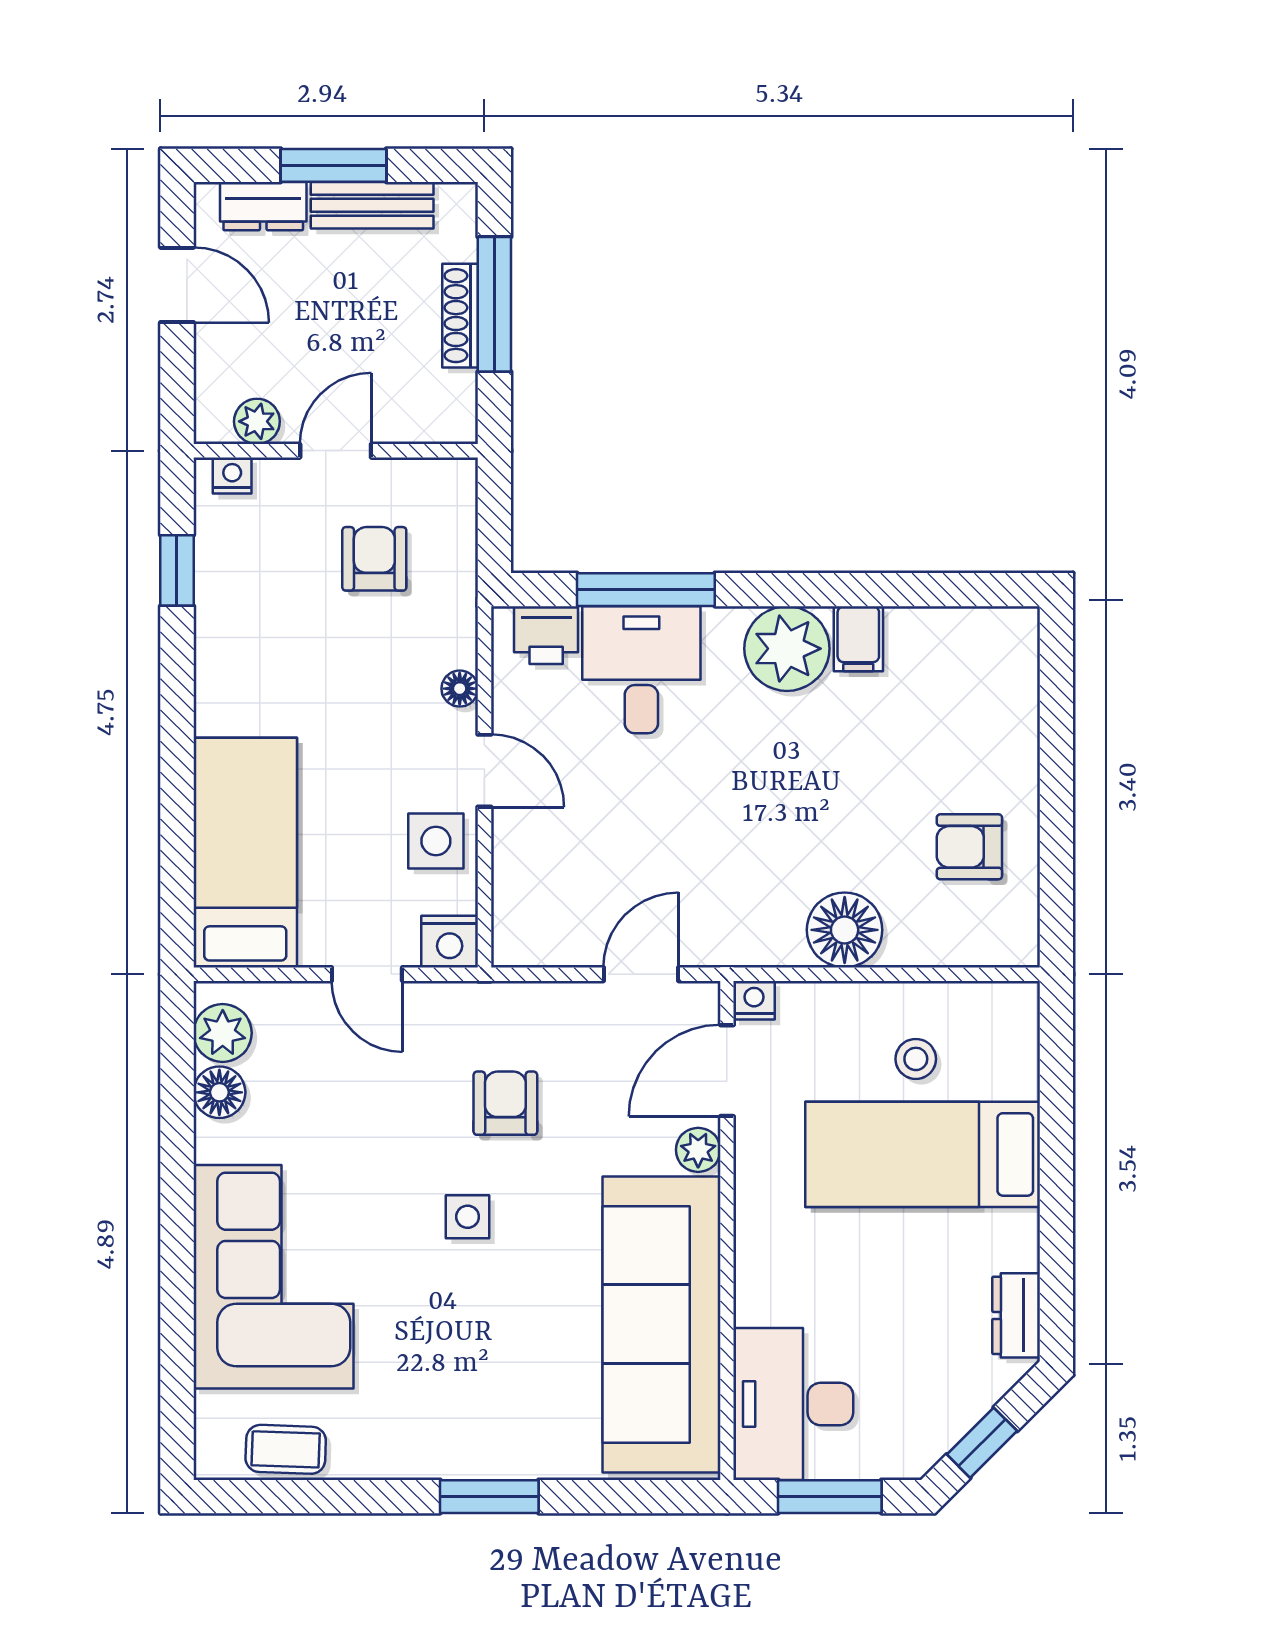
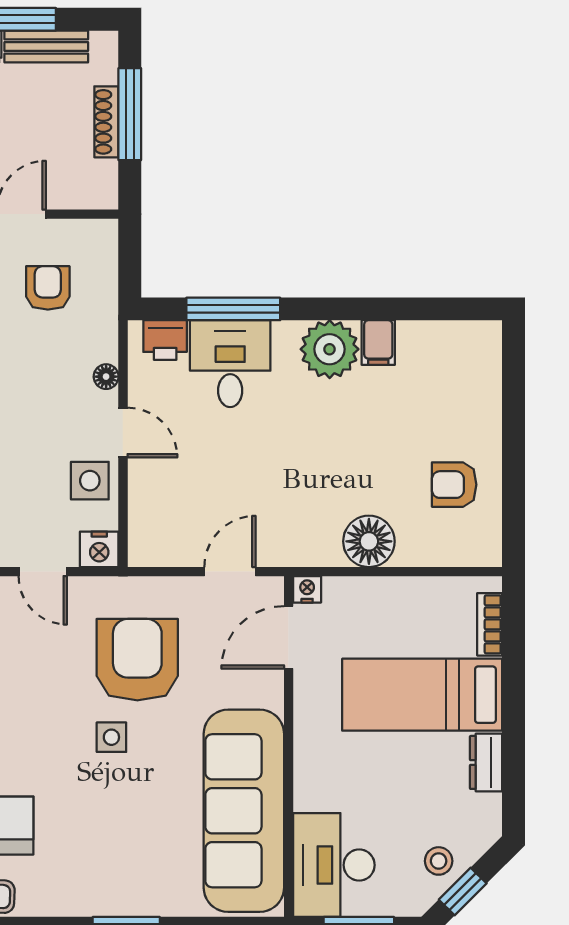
bookcase: (1022, 1051) -> (490, 624), added
stool: (916, 1059) -> (439, 861), moved
armchair: (505, 1103) -> (137, 660), width x1.88, depth x1.88
plant: (698, 1150) -> (269, 692), removed
dresser: (1016, 1315) -> (486, 762), moved

